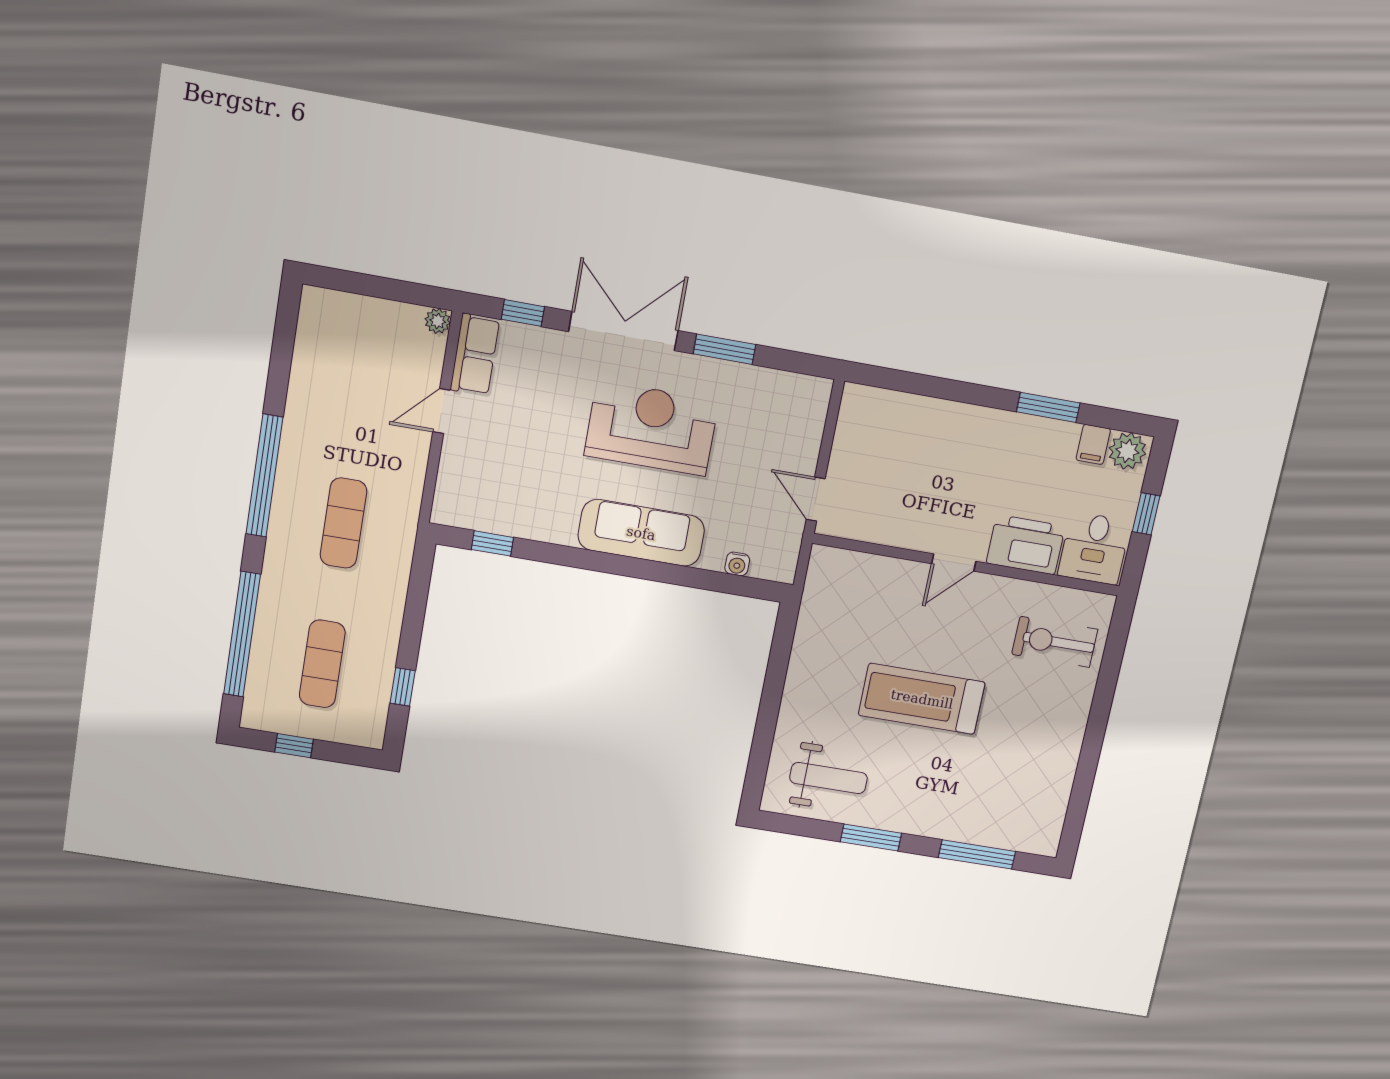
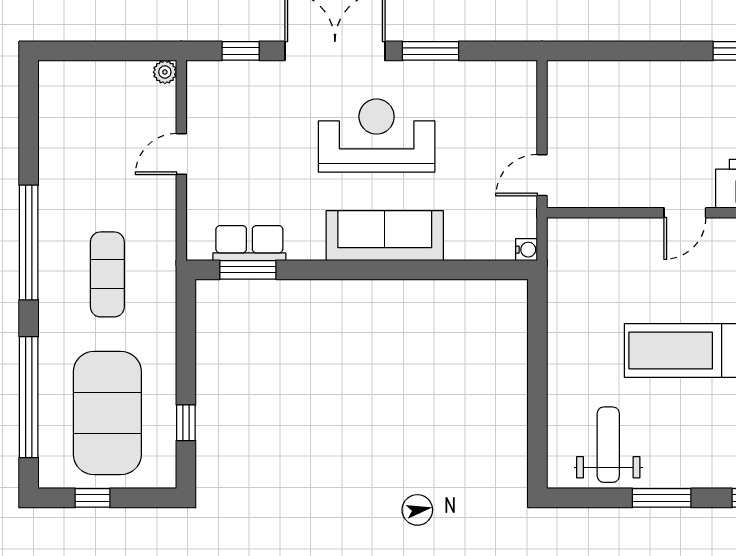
row of seats: (475, 355) -> (249, 243), moved, turned -90
door: (816, 499) -> (542, 175), hinge flipped
window: (492, 543) -> (248, 270), width x1.50
water cooler: (737, 564) -> (526, 250), moved, turned -90
exercise mat: (322, 664) -> (107, 413), width x2.00, depth x1.45
weight bench: (829, 778) -> (608, 445), turned -90

